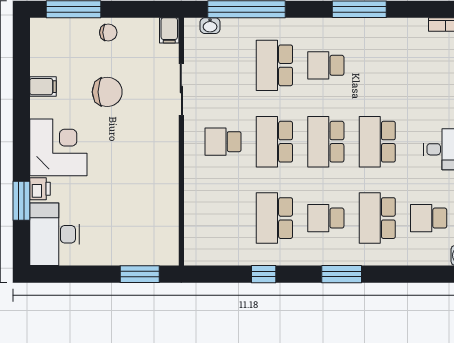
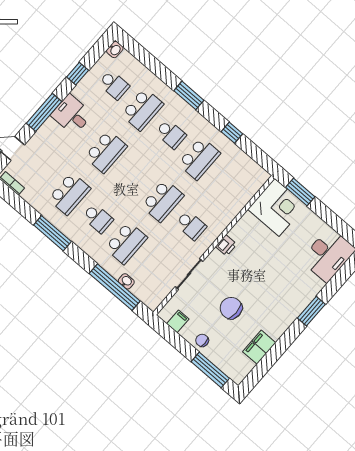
washbasin: (210, 26) -> (126, 281), moved
filing cabinet: (169, 30) -> (178, 321), moved
filing cabinet: (43, 87) -> (259, 347), width x2.00
school desk: (326, 142) -> (69, 194), moved
corner desk: (58, 147) -> (277, 207), moved, turned 180
printer: (40, 189) -> (226, 245), moved, turned 180
window: (21, 201) -> (311, 311), moved

